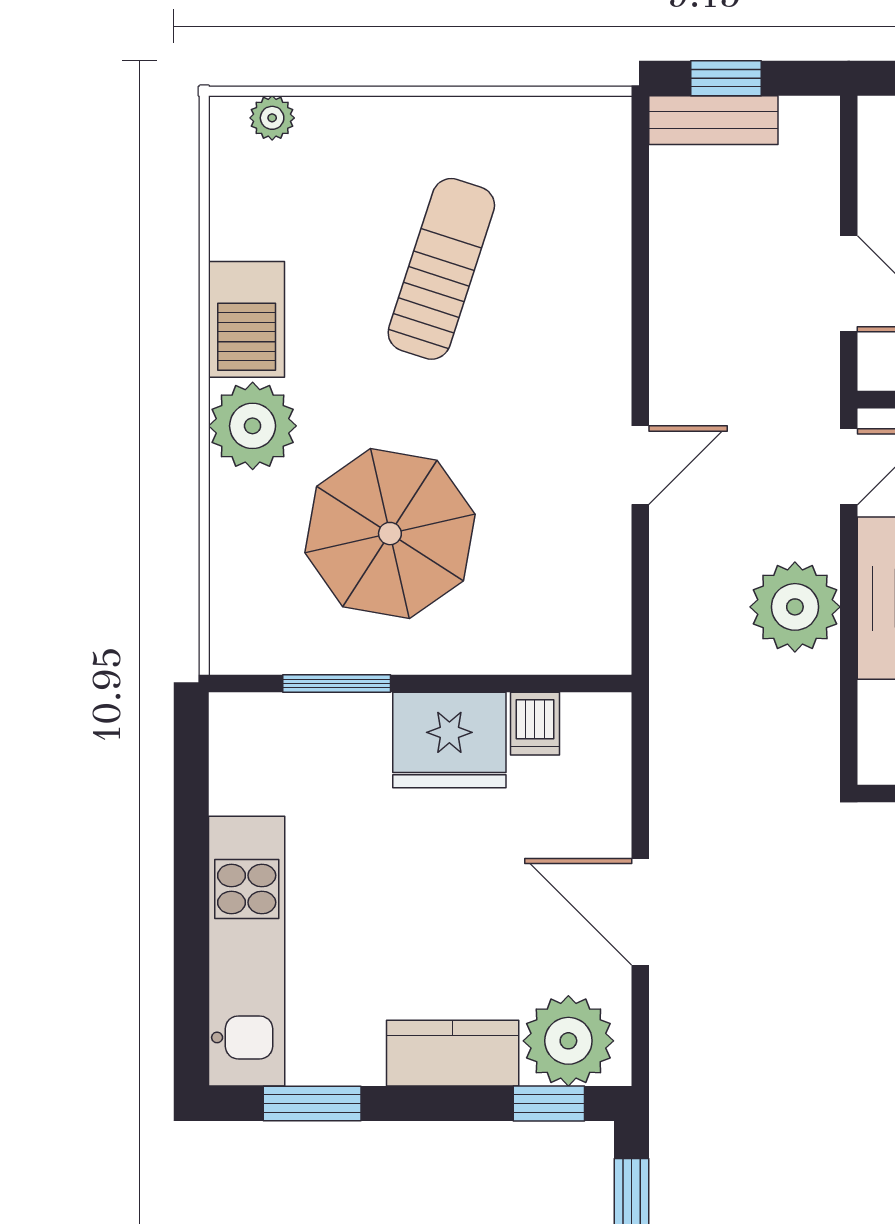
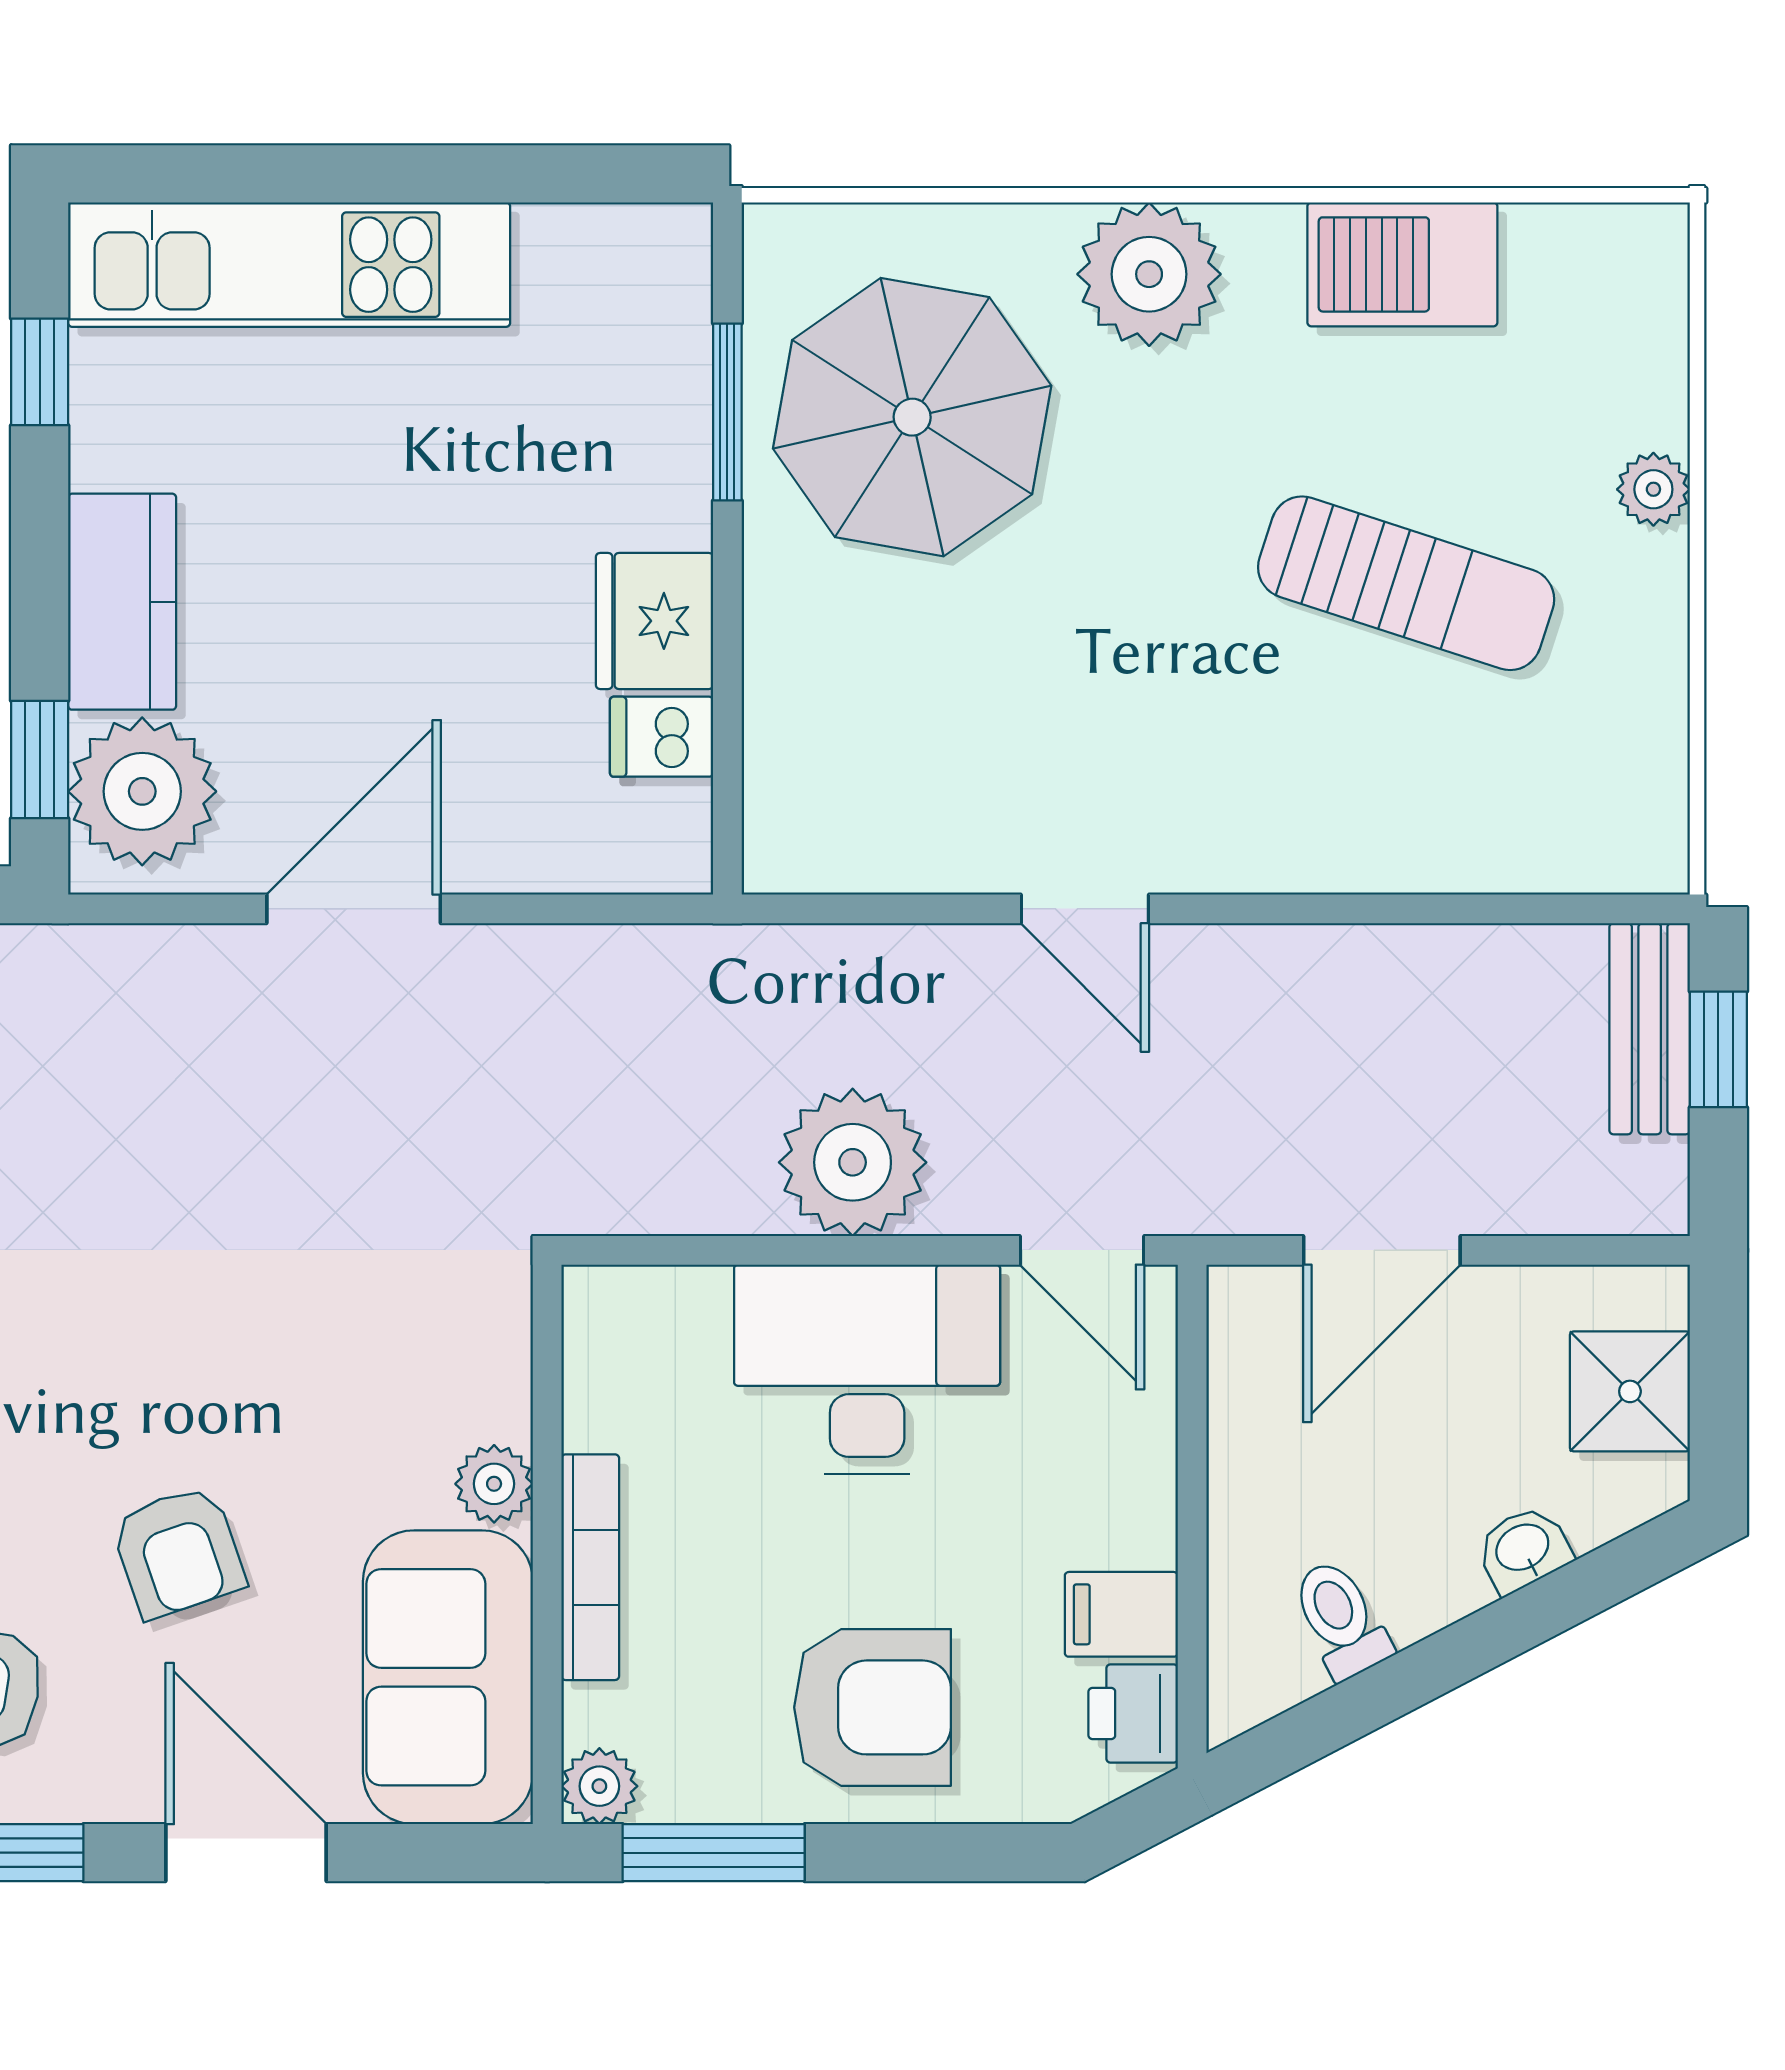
plant: (272, 118) -> (1653, 489), moved
barbecue: (247, 319) -> (1402, 264), moved
parasol: (390, 534) -> (912, 417), moved
fridge: (449, 740) -> (655, 621), width x0.73, depth x0.75
window: (312, 1103) -> (40, 372), width x0.67

